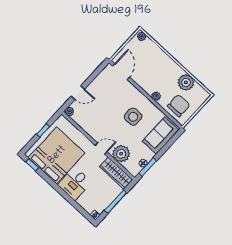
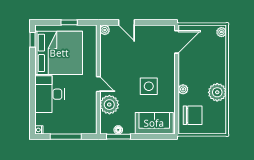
plant: (186, 82) -> (217, 92), moved
wardrobe: (116, 173) -> (89, 115), removed
desk: (75, 183) -> (50, 94), width x1.37

